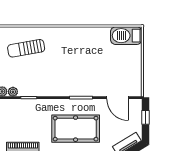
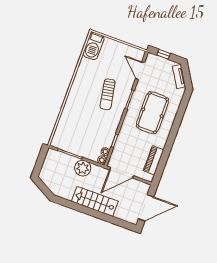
sun lounger: (26, 48) -> (108, 94), moved
door: (118, 98) -> (140, 71), swing flipped

